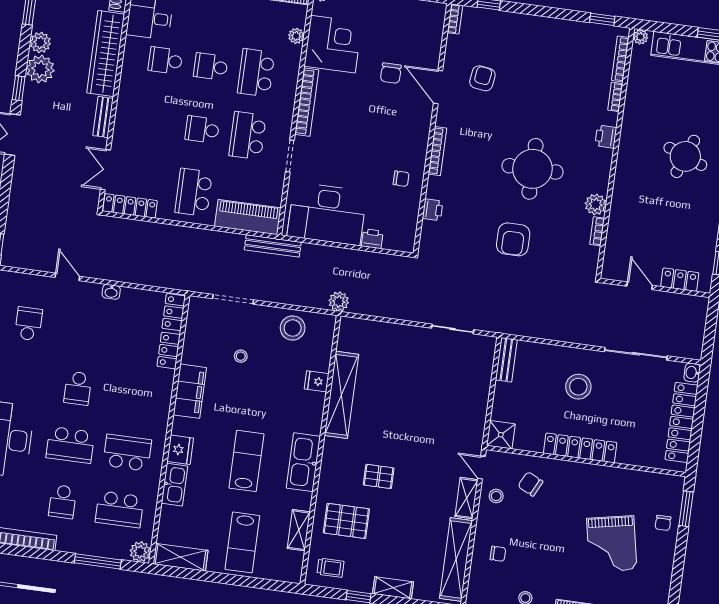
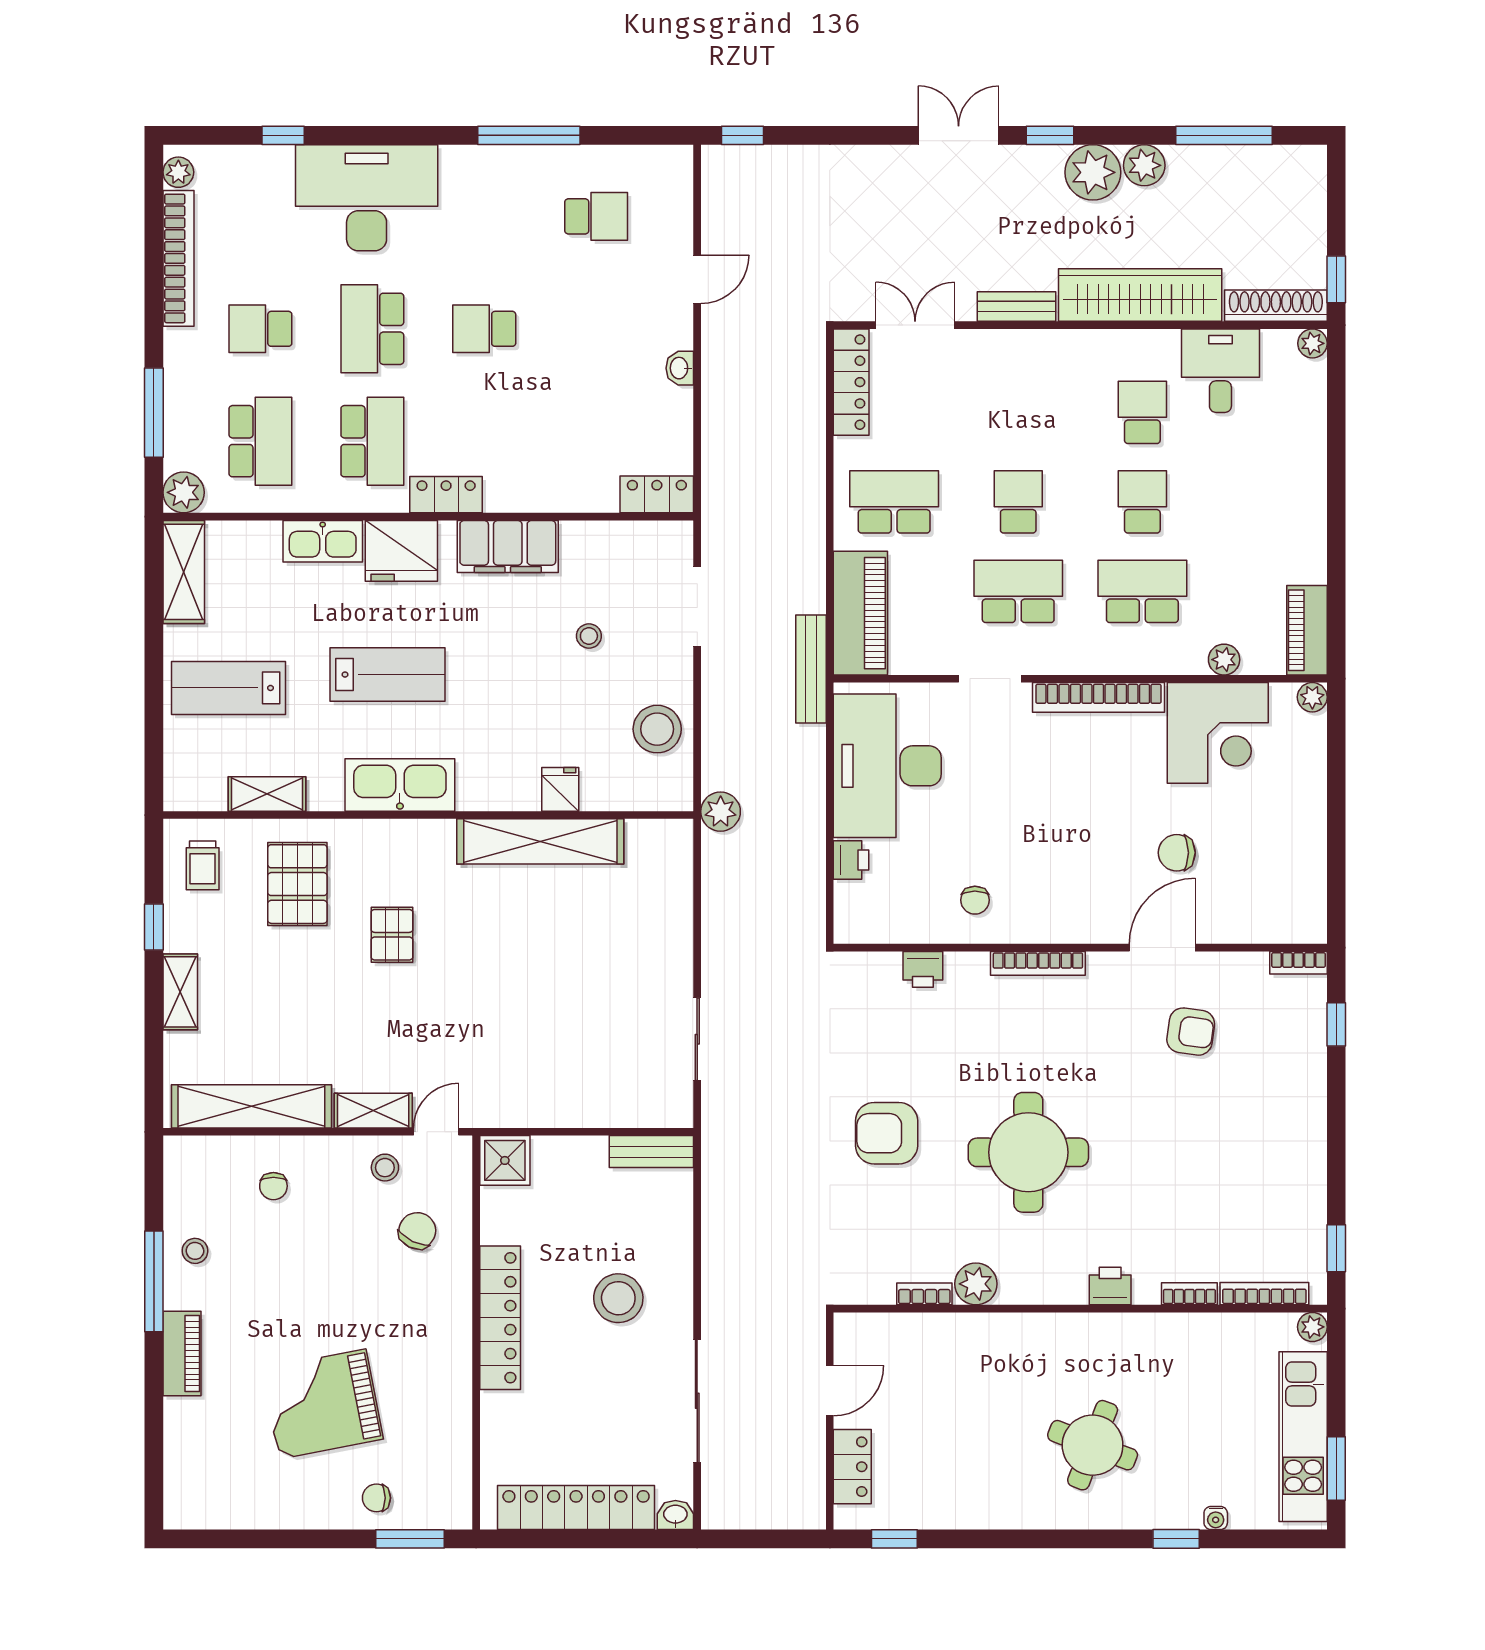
locker: (169, 350) -> (446, 495), moved
fridge: (180, 450) -> (401, 551), width x1.36, depth x1.34
school desk: (119, 509) -> (260, 441), turned 180

